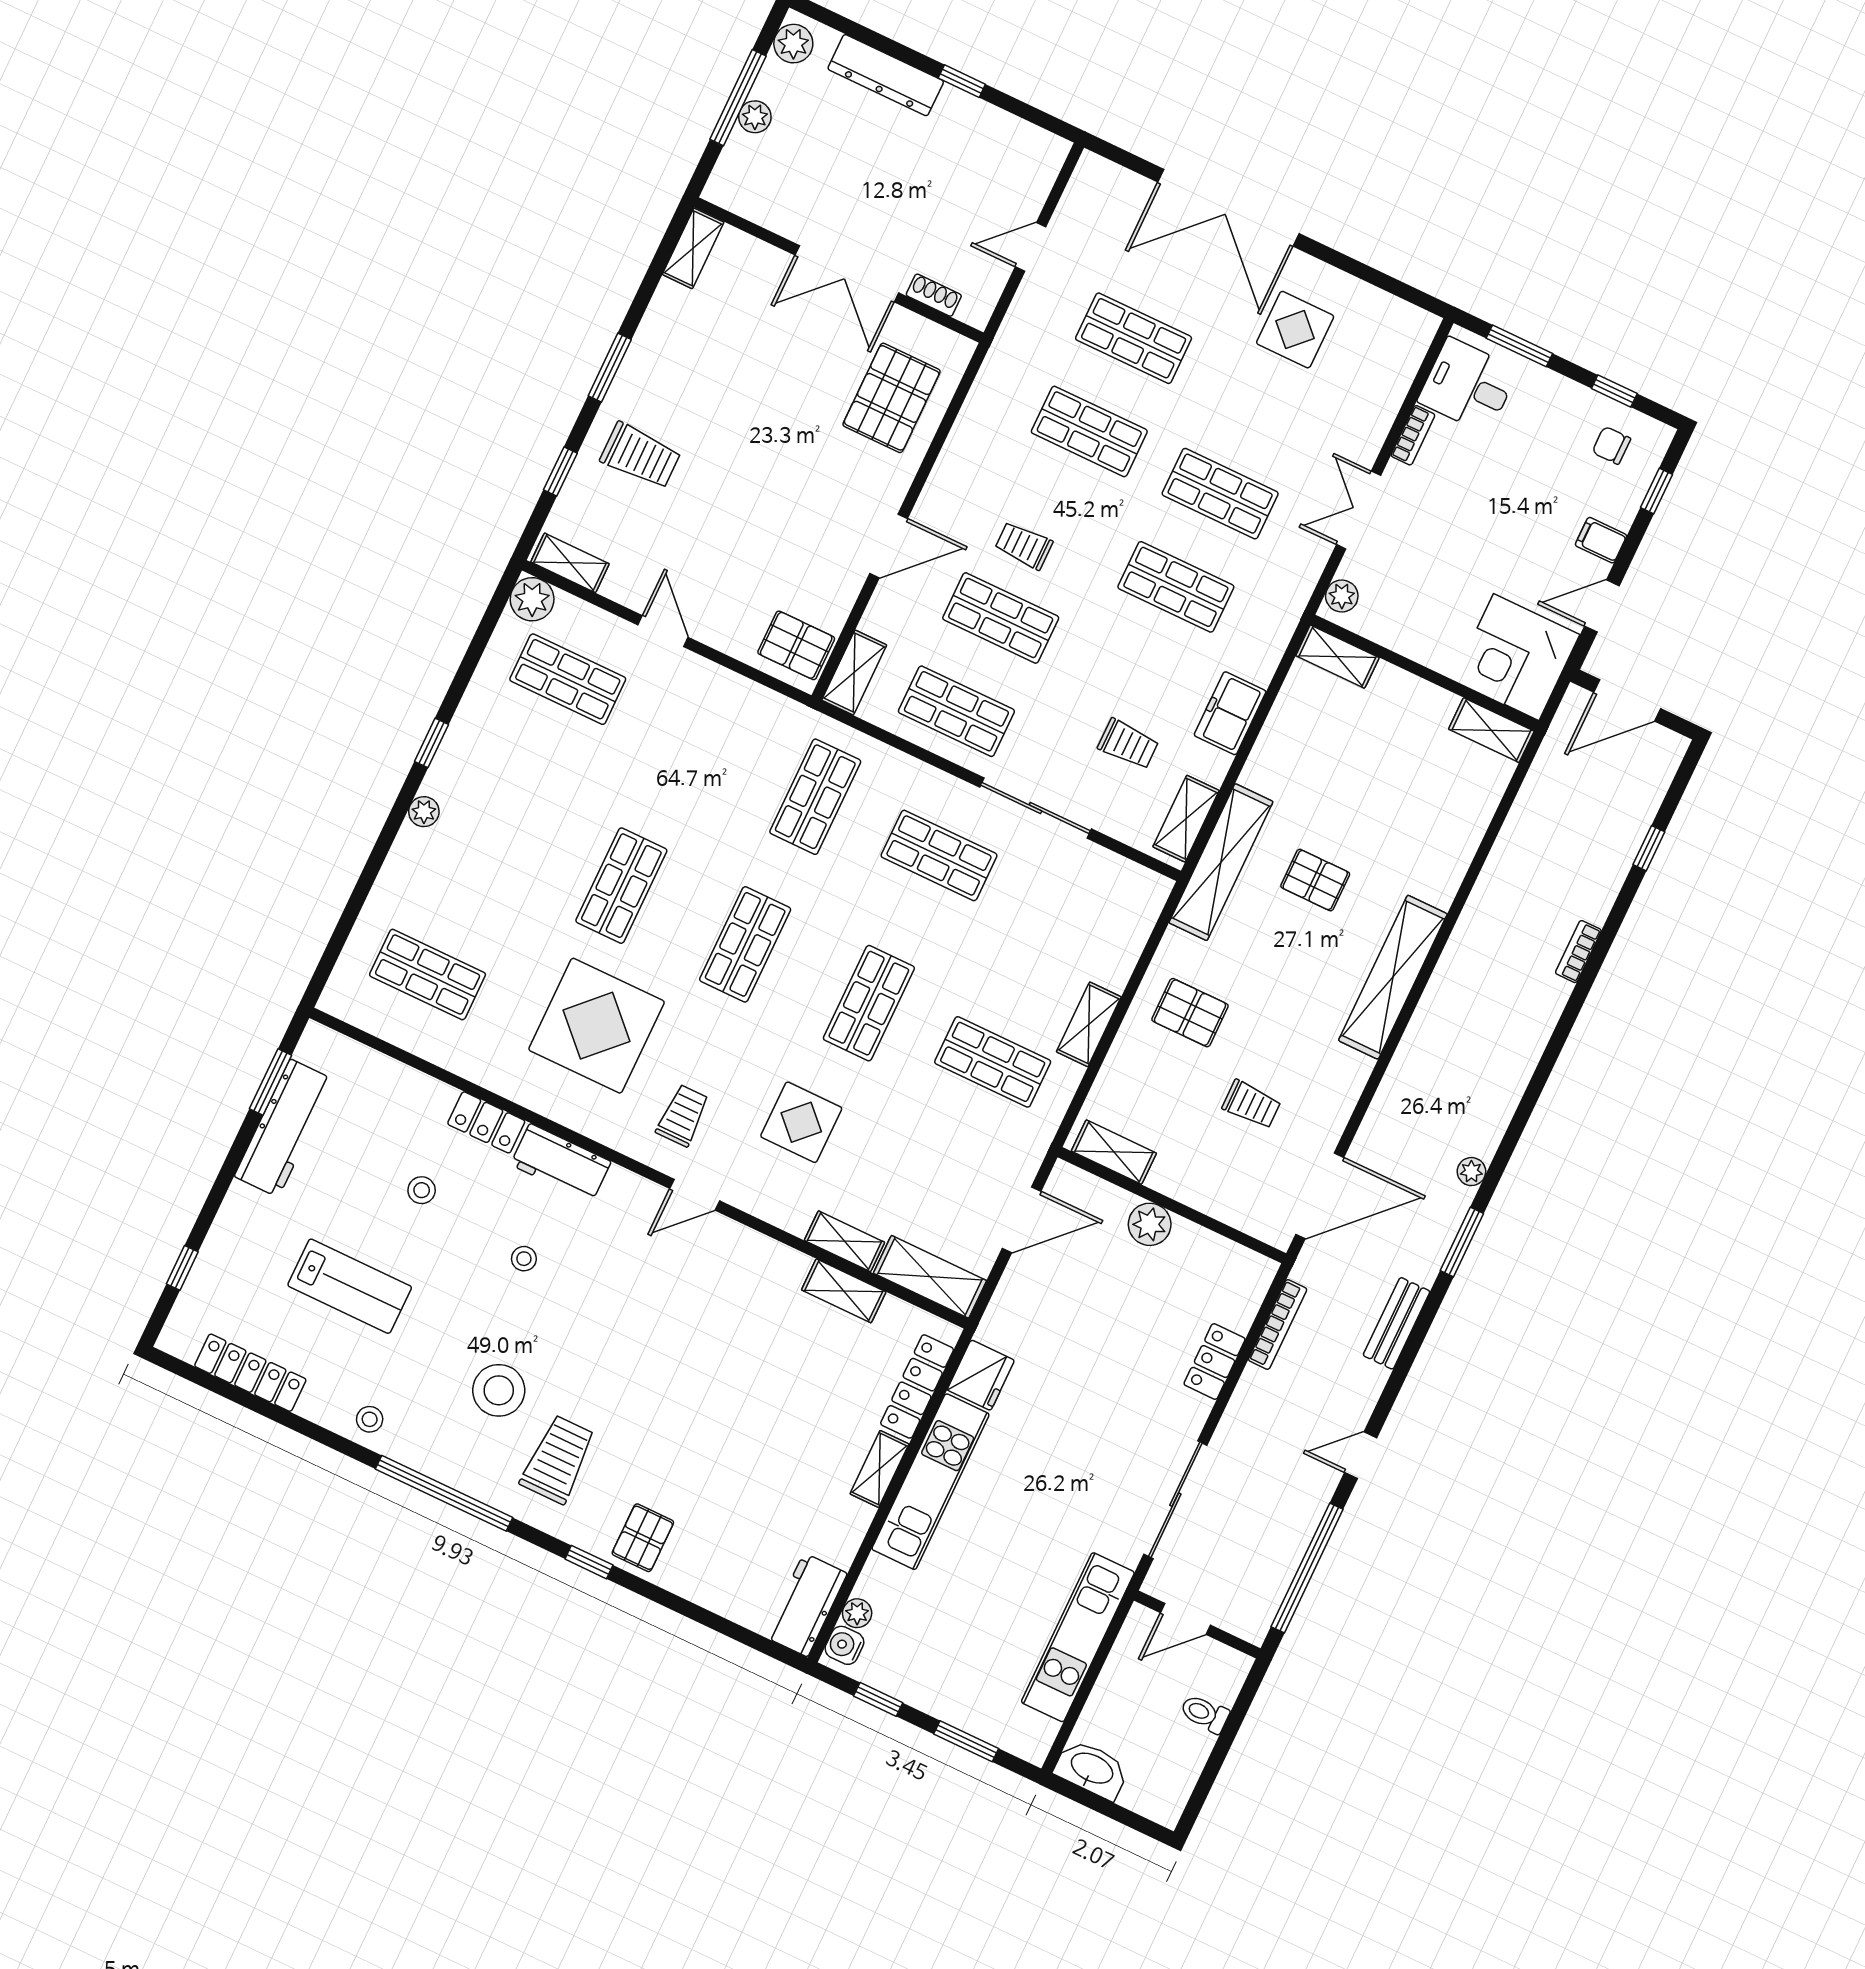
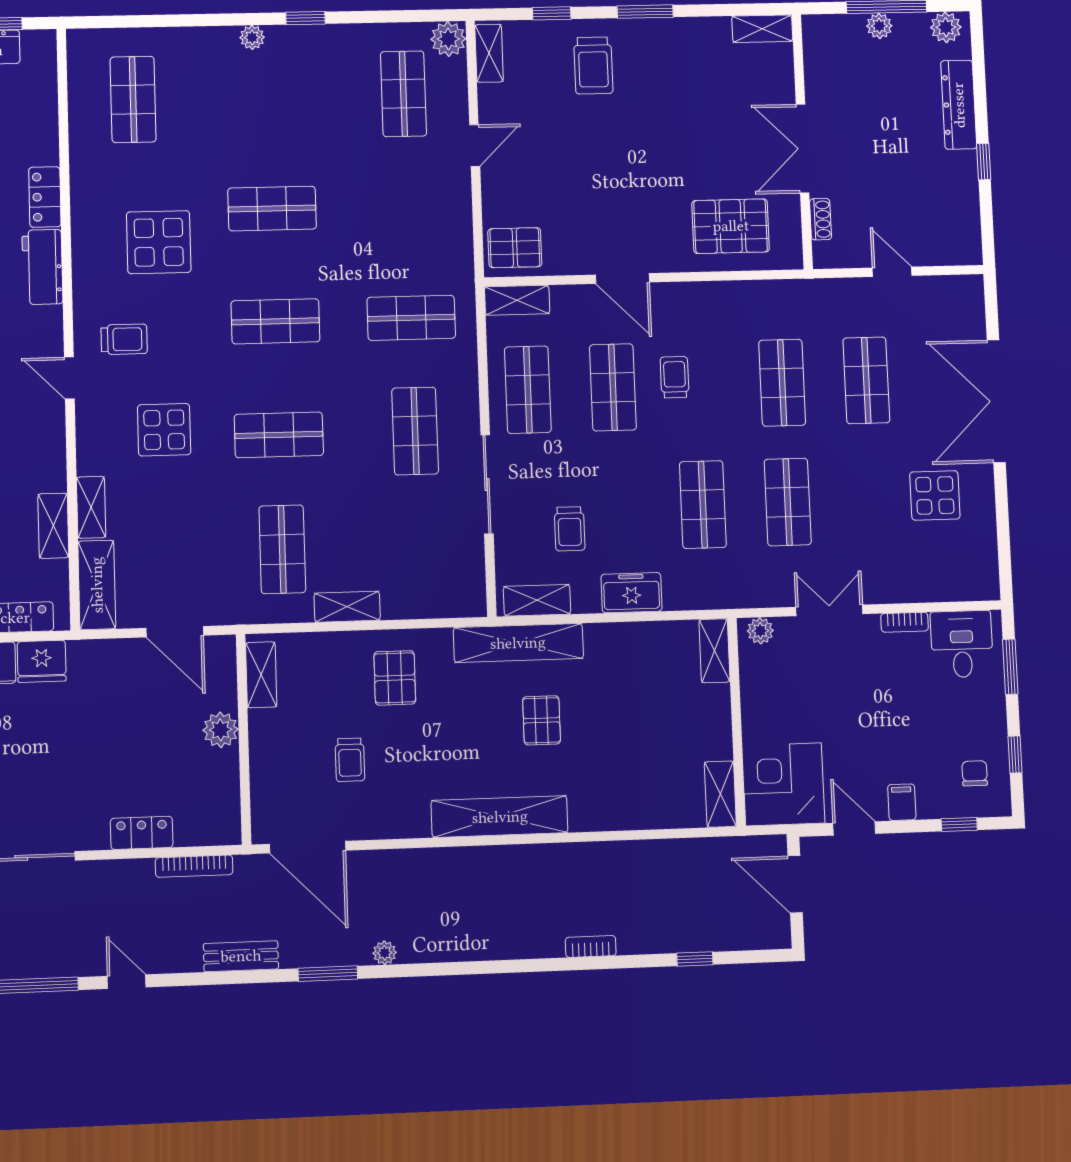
pallet: (796, 645) -> (515, 248), turned 90
display table: (597, 1026) -> (159, 242), width x0.73, depth x0.73

